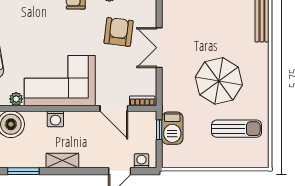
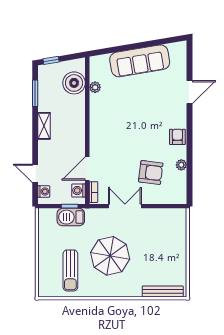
double door: (159, 48) -> (125, 206), moved
corner sofa: (60, 81) -> (110, 124), removed
washing machine: (55, 119) -> (79, 191), moved

